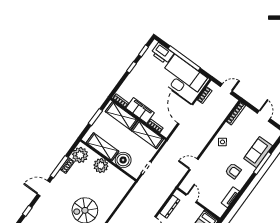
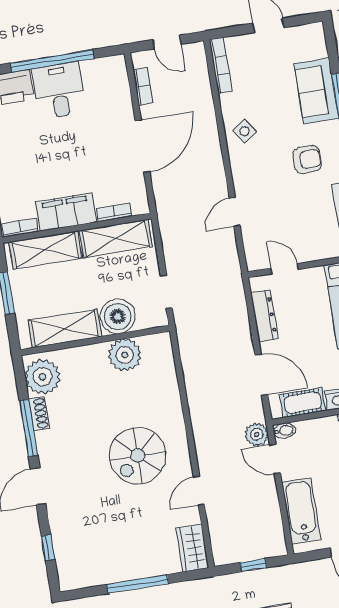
desk: (182, 78) -> (59, 90), width x0.53, depth x0.77
door: (226, 89) -> (167, 42), swing flipped
door: (185, 114) -> (143, 146), swing flipped
plant: (101, 166) -> (125, 355), moved

